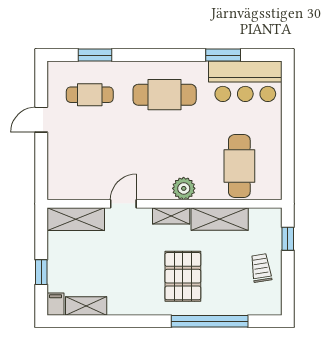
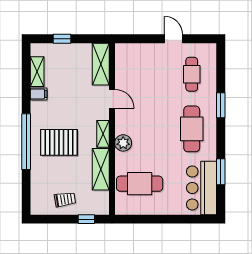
window: (95, 55) -> (221, 105), moved
filing cabinet: (56, 304) -> (39, 94), moved
window: (210, 321) -> (26, 142), moved

